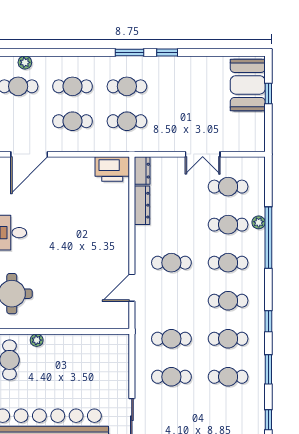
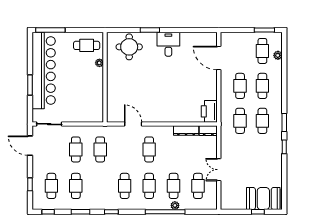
cafe table: (228, 339) -> (51, 186), moved

